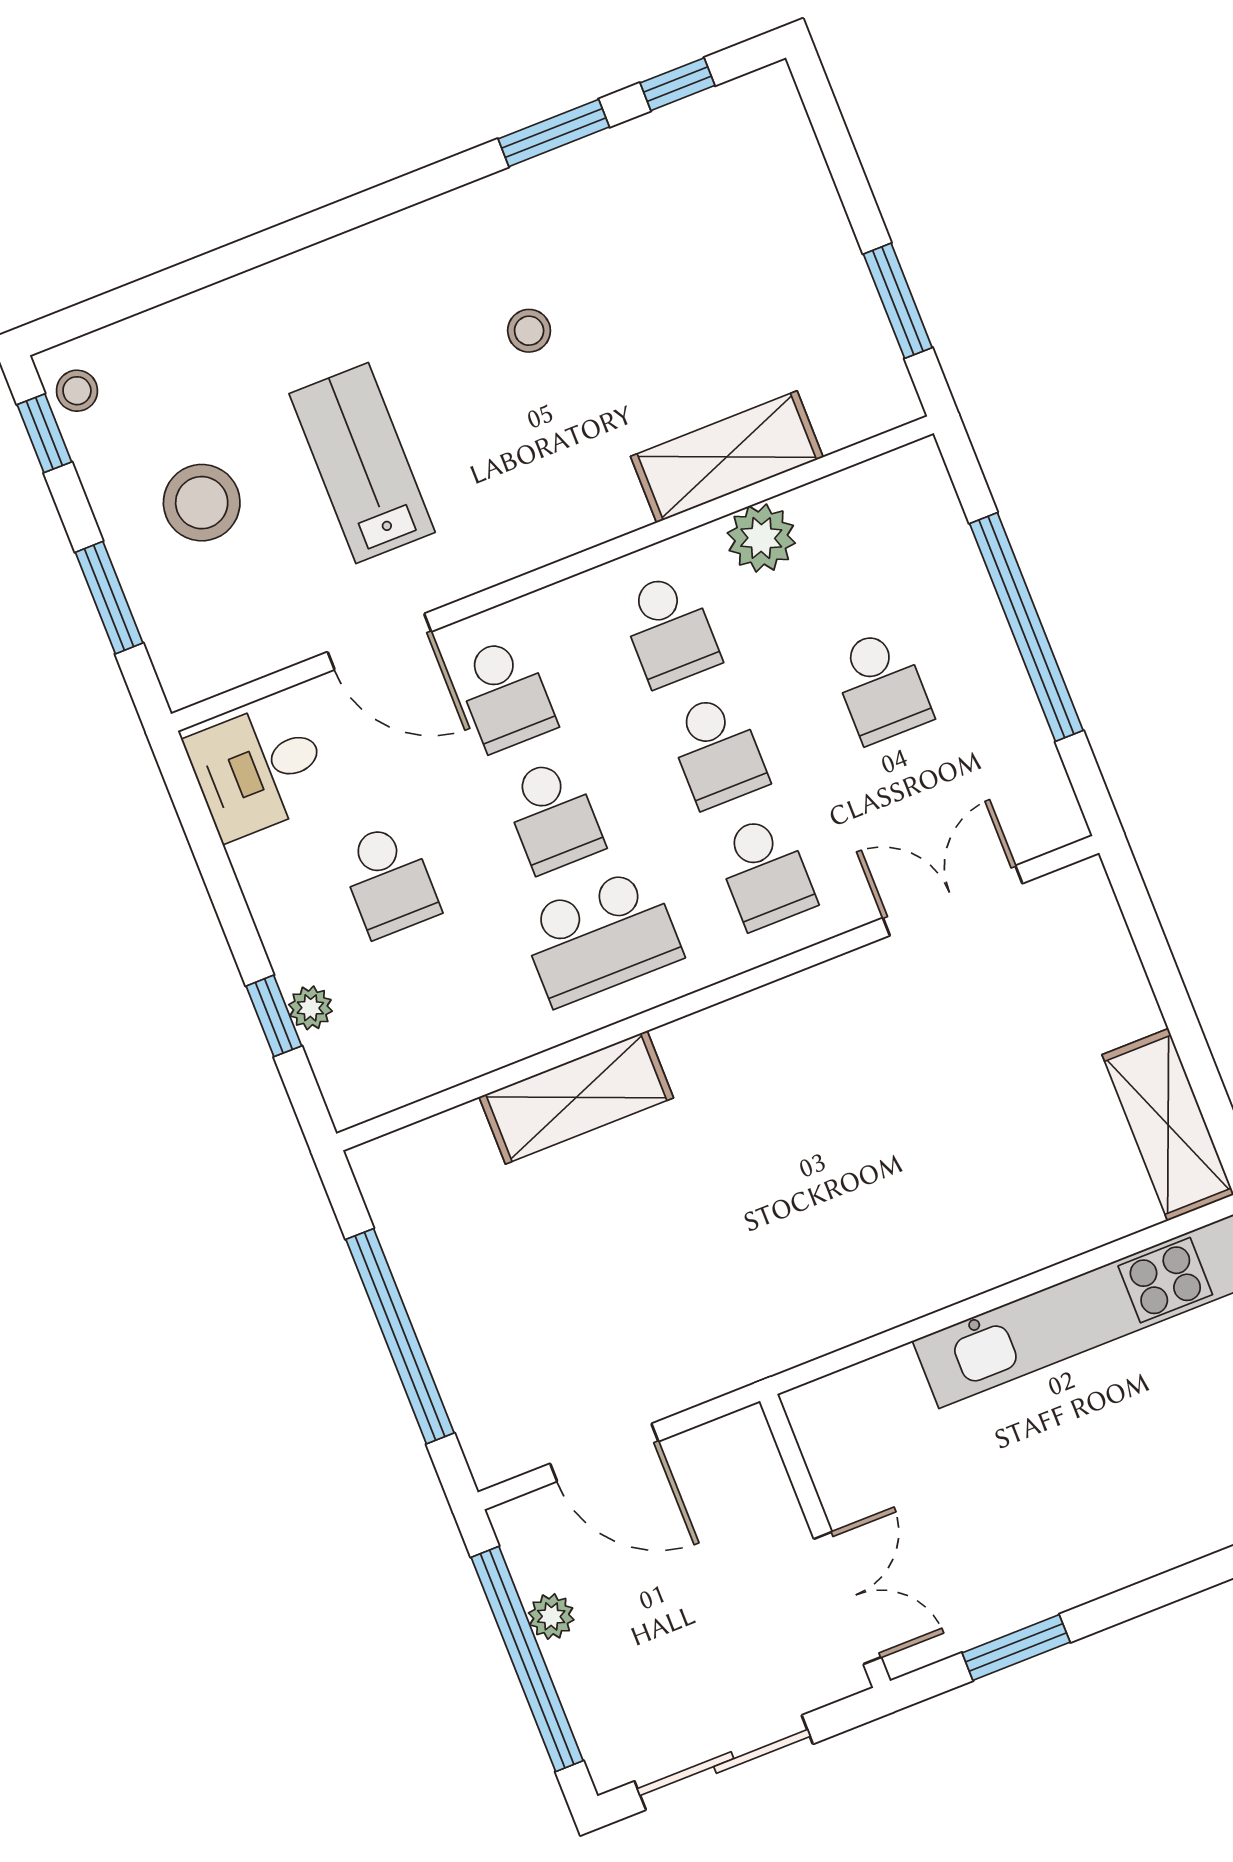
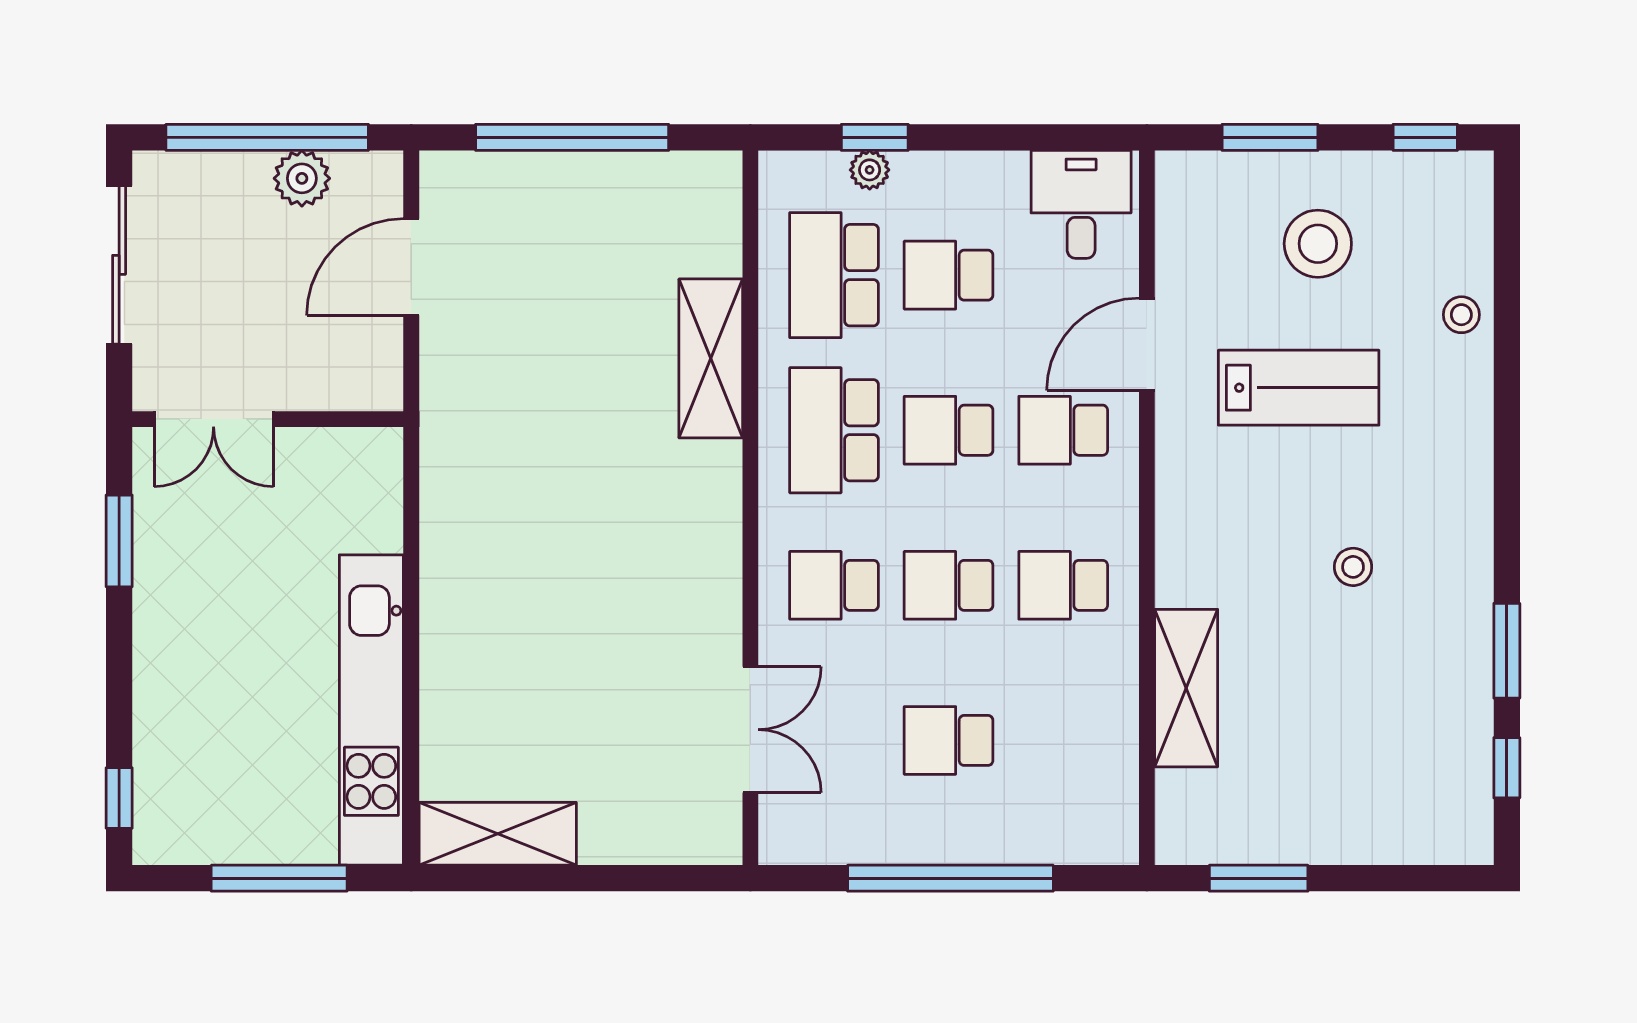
stool: (77, 391) -> (1461, 315), moved
plant: (761, 538) -> (1109, 690), removed
school desk: (437, 1002) -> (834, 275), added
plant: (551, 1616) -> (302, 178), width x1.38, depth x1.38

